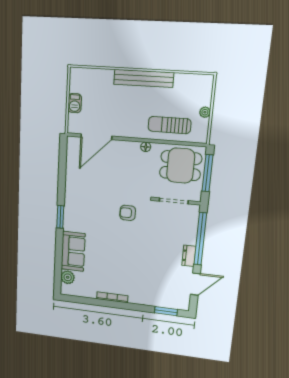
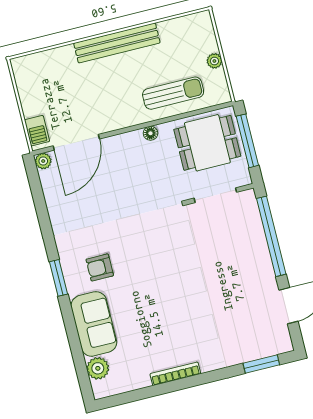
barbecue: (75, 103) -> (37, 131), moved
sun lounger: (169, 125) -> (173, 93), turned 180
plant: (72, 142) -> (43, 161), added
armchair: (128, 213) -> (100, 267), moved
dresser: (189, 256) -> (264, 267), removed

